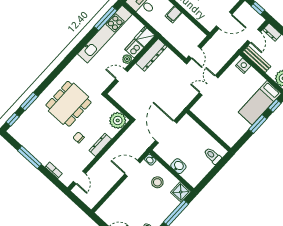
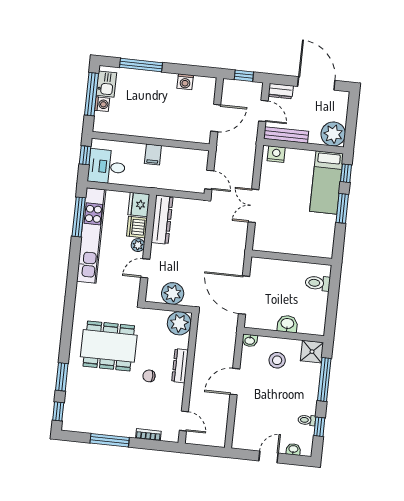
plant: (126, 101) -> (173, 293), added
dining table: (68, 104) -> (109, 346), turned 90
door: (132, 168) -> (235, 382), moved

